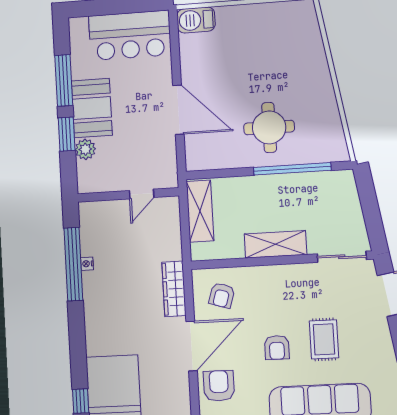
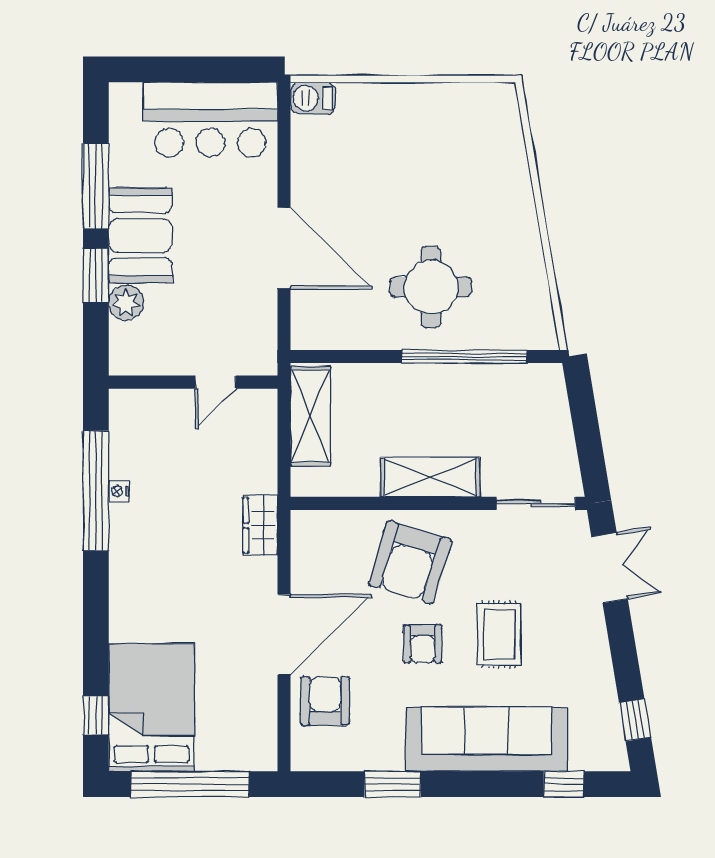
barbecue: (196, 20) -> (313, 98), width x0.73, depth x0.79
wardrobe: (174, 289) -> (260, 525), width x0.67
armchair: (222, 295) -> (410, 562), moved, width x1.88, depth x1.88

